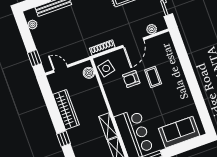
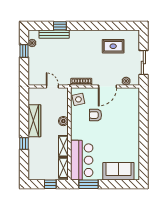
window: (34, 58) -> (24, 51), moved
door: (61, 69) -> (52, 87), moved
boiler: (89, 73) -> (63, 121), moved
coffee table: (153, 77) -> (114, 120), removed

